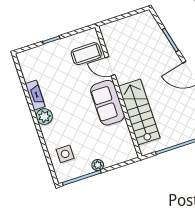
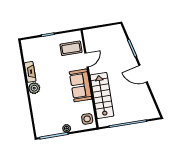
door: (110, 66) -> (86, 60), swing flipped
side table: (65, 154) -> (87, 119), moved

